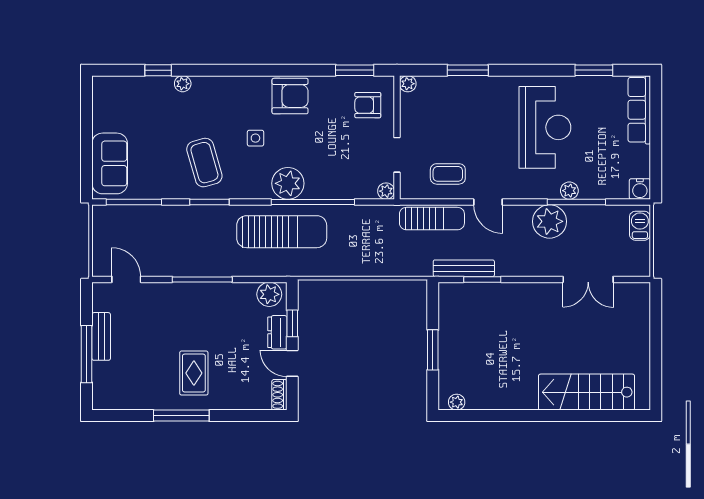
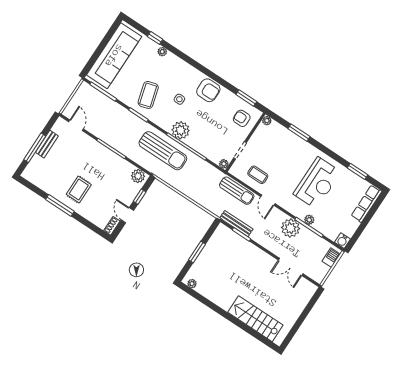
sofa: (110, 163) -> (114, 56), width x1.85, depth x1.27
dresser: (277, 332) -> (130, 196), removed

